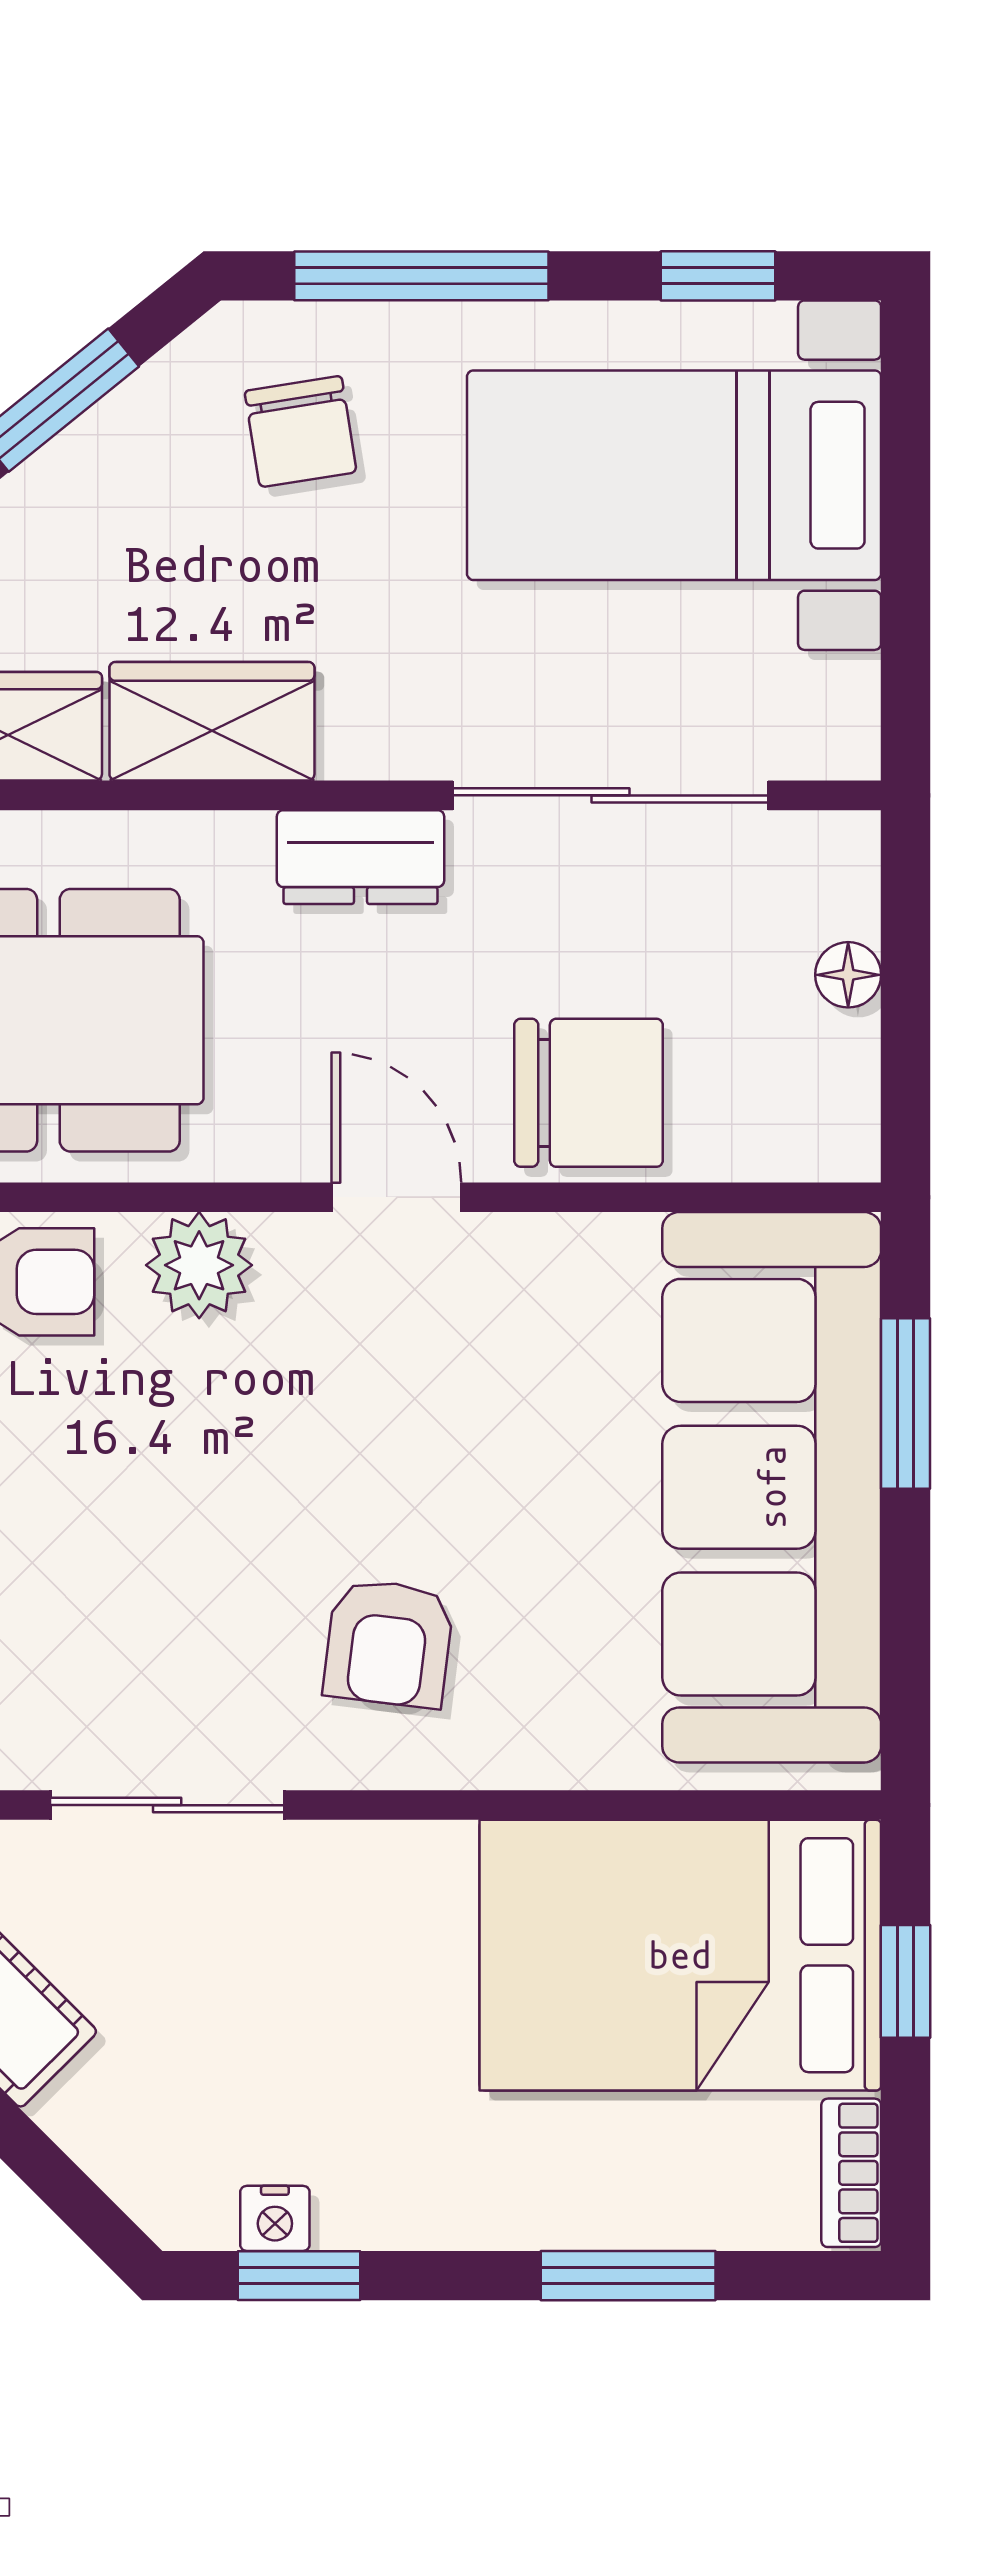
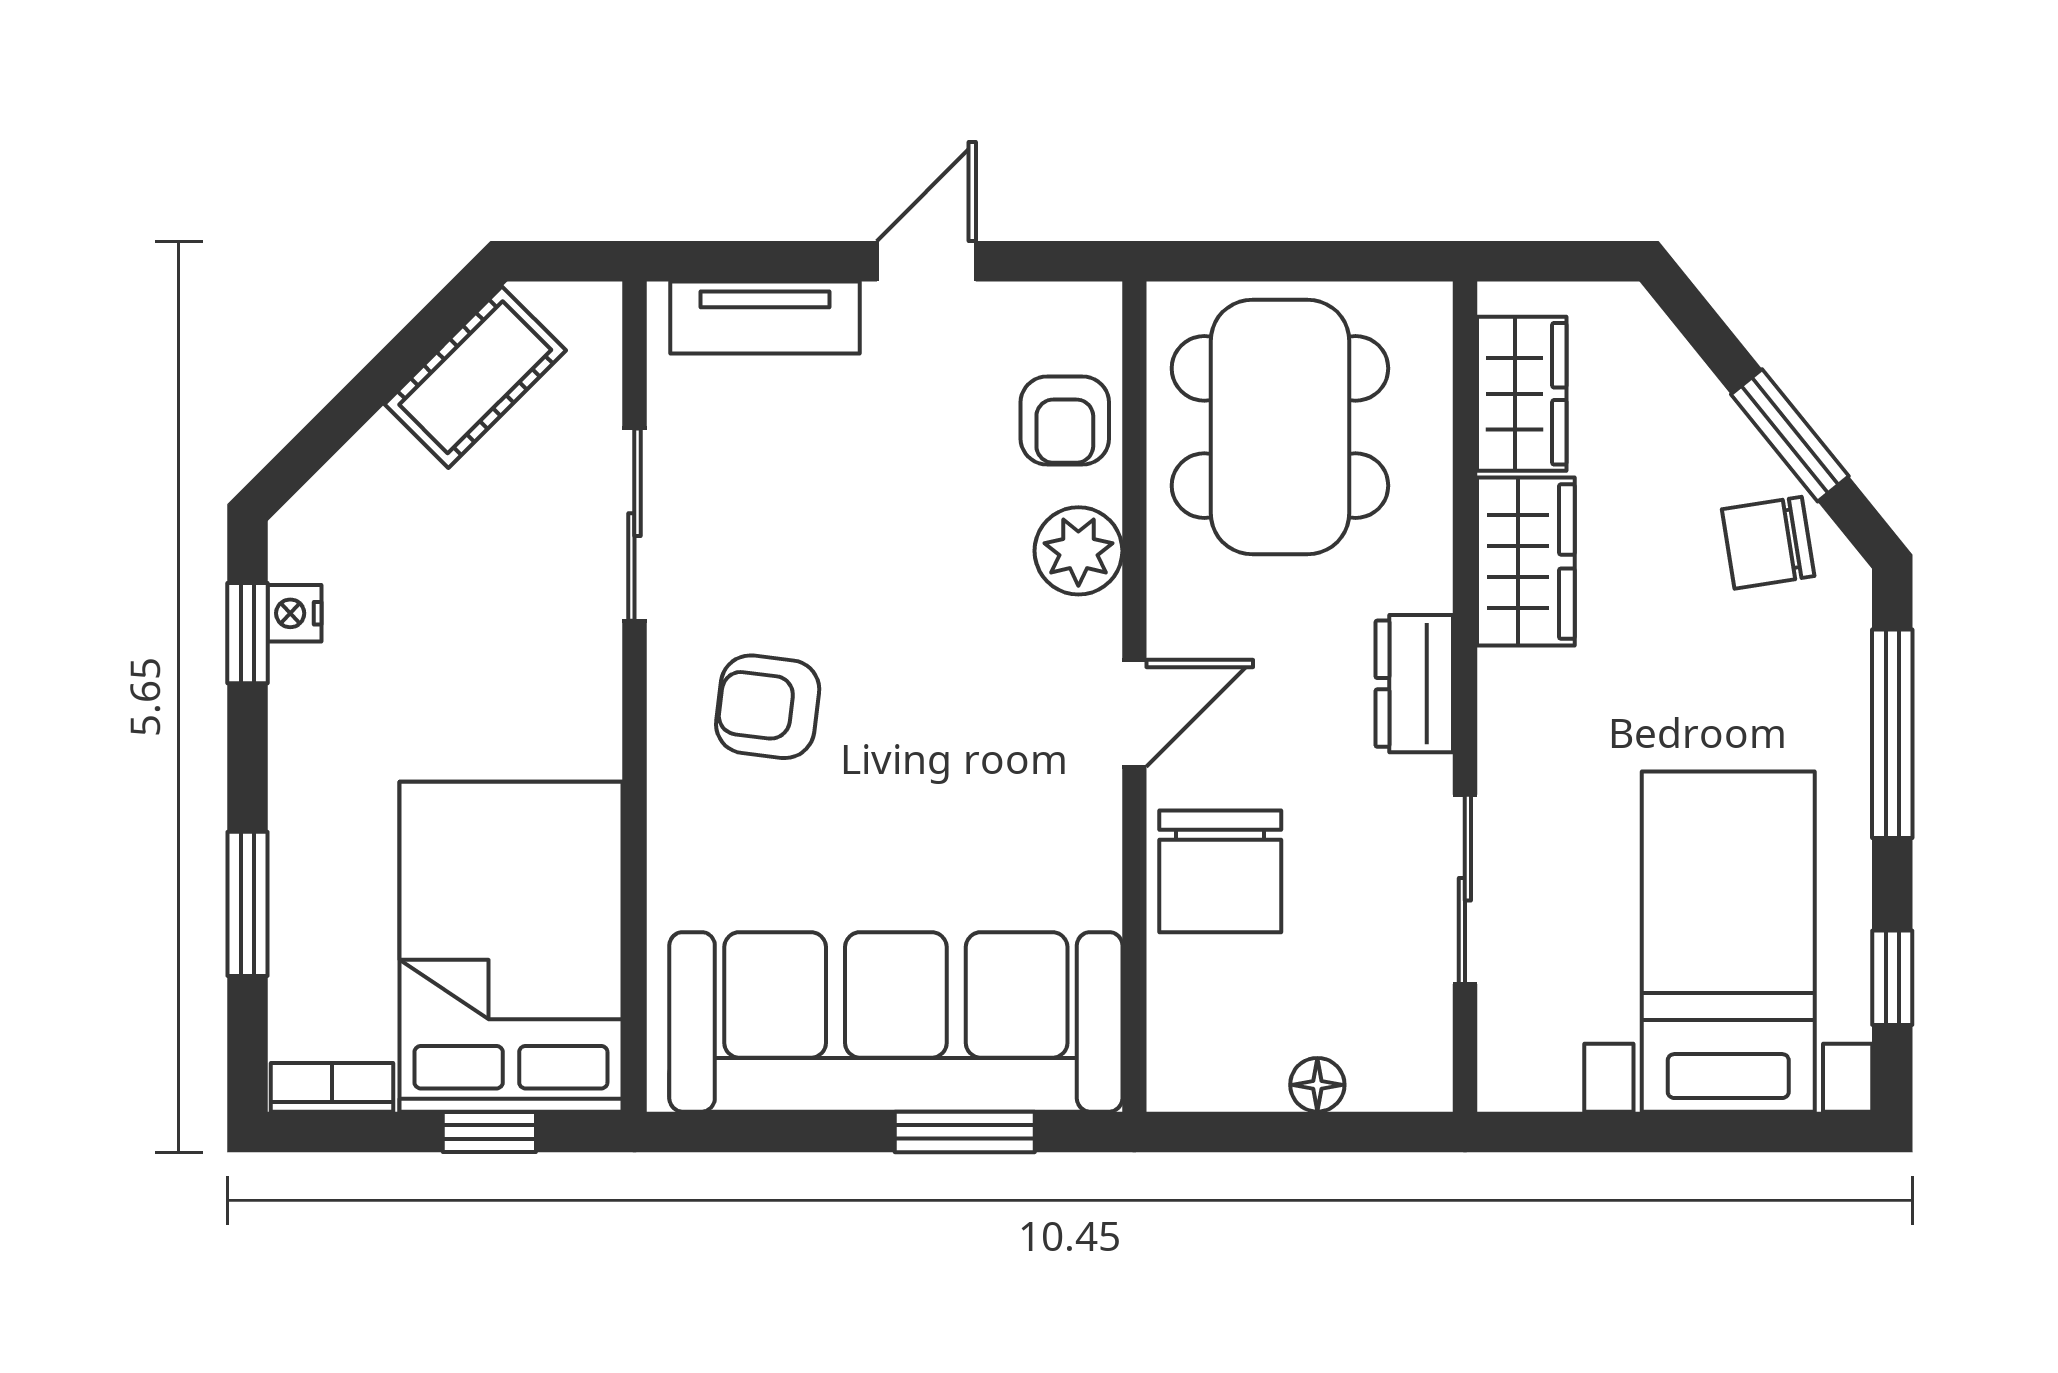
chair: (301, 432) -> (1768, 543), moved
sliding door: (610, 795) -> (1465, 889), width x0.73

